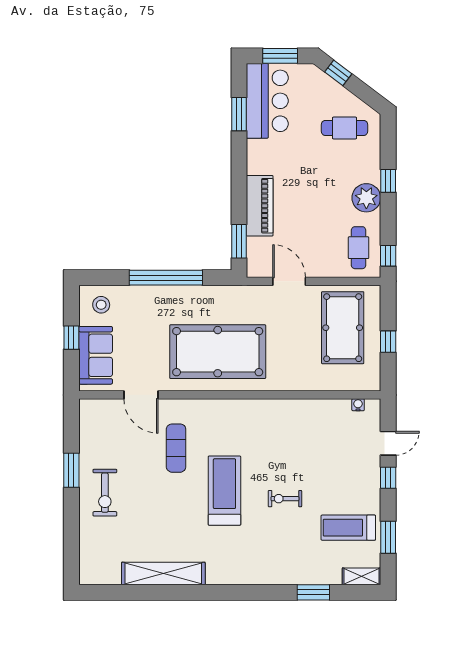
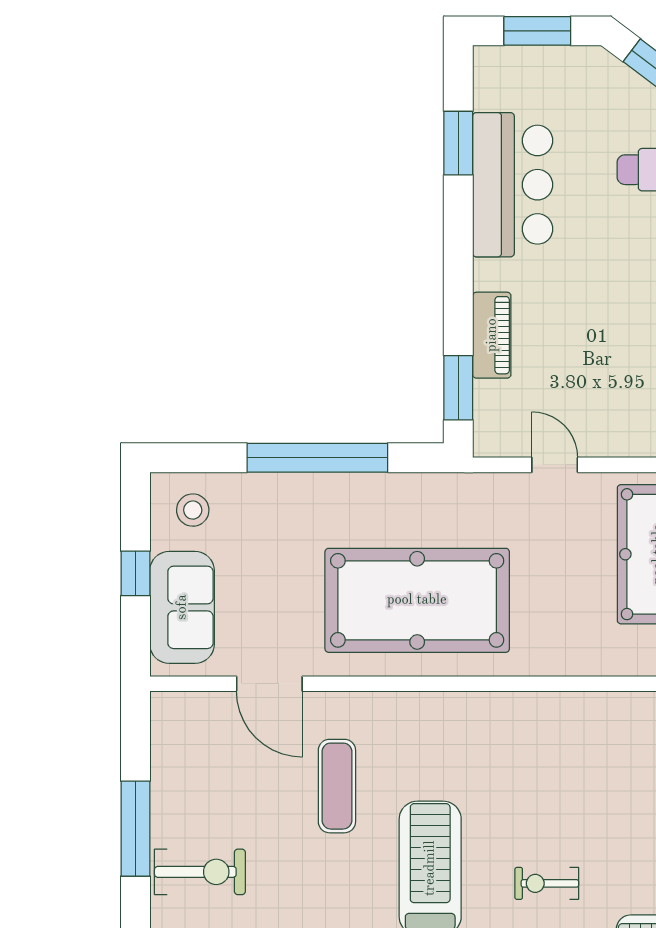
bar counter: (267, 101) -> (513, 185), moved
piano: (260, 206) -> (492, 335), width x0.73, depth x0.75
door: (289, 281) -> (555, 465), width x0.73
window: (71, 470) -> (135, 829), width x1.44
exercise bike: (105, 493) -> (200, 872), turned -90

